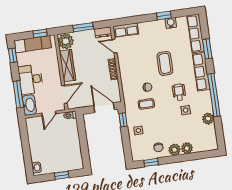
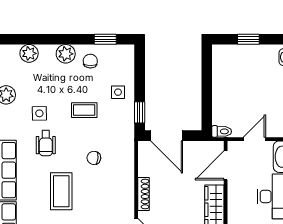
coffee table: (146, 104) -> (84, 110), moved
plant: (187, 148) -> (29, 53), moved

